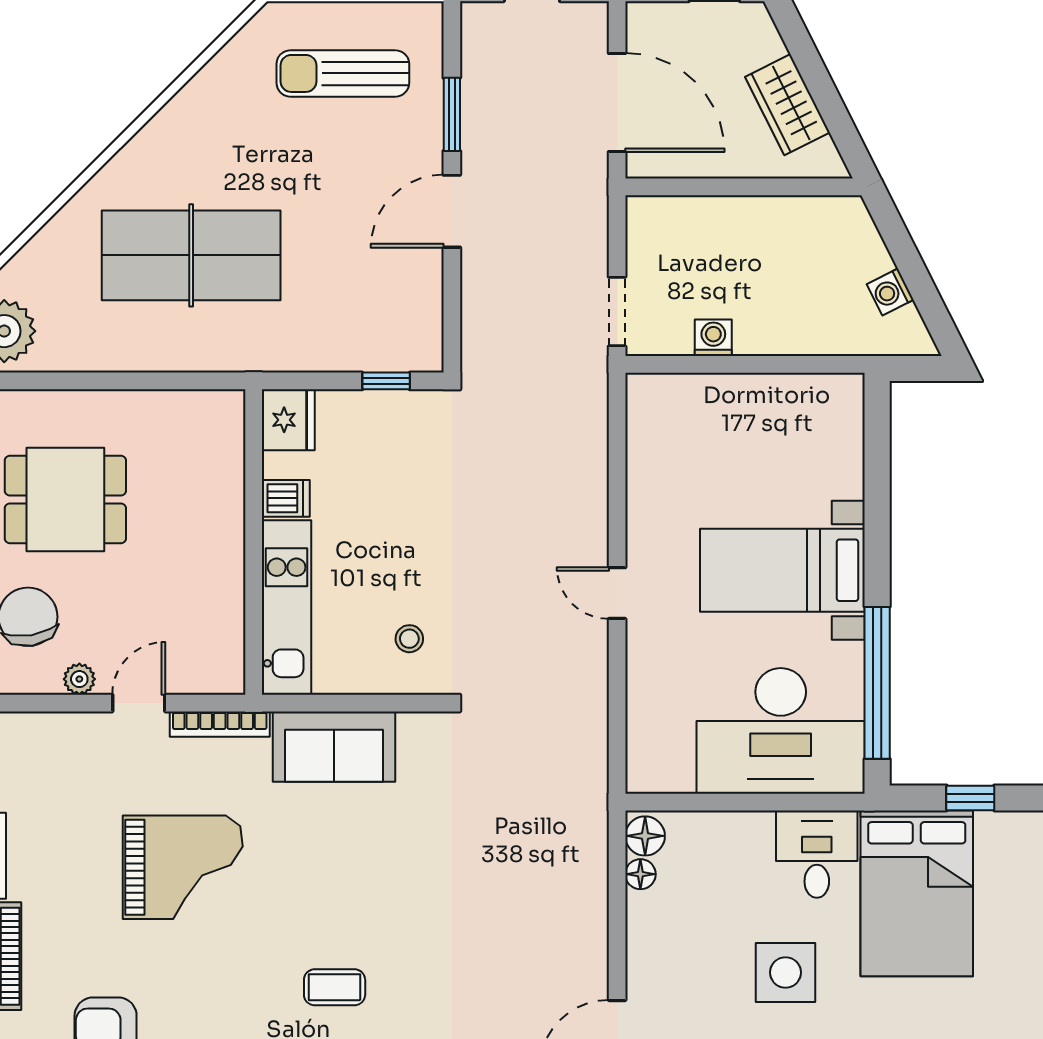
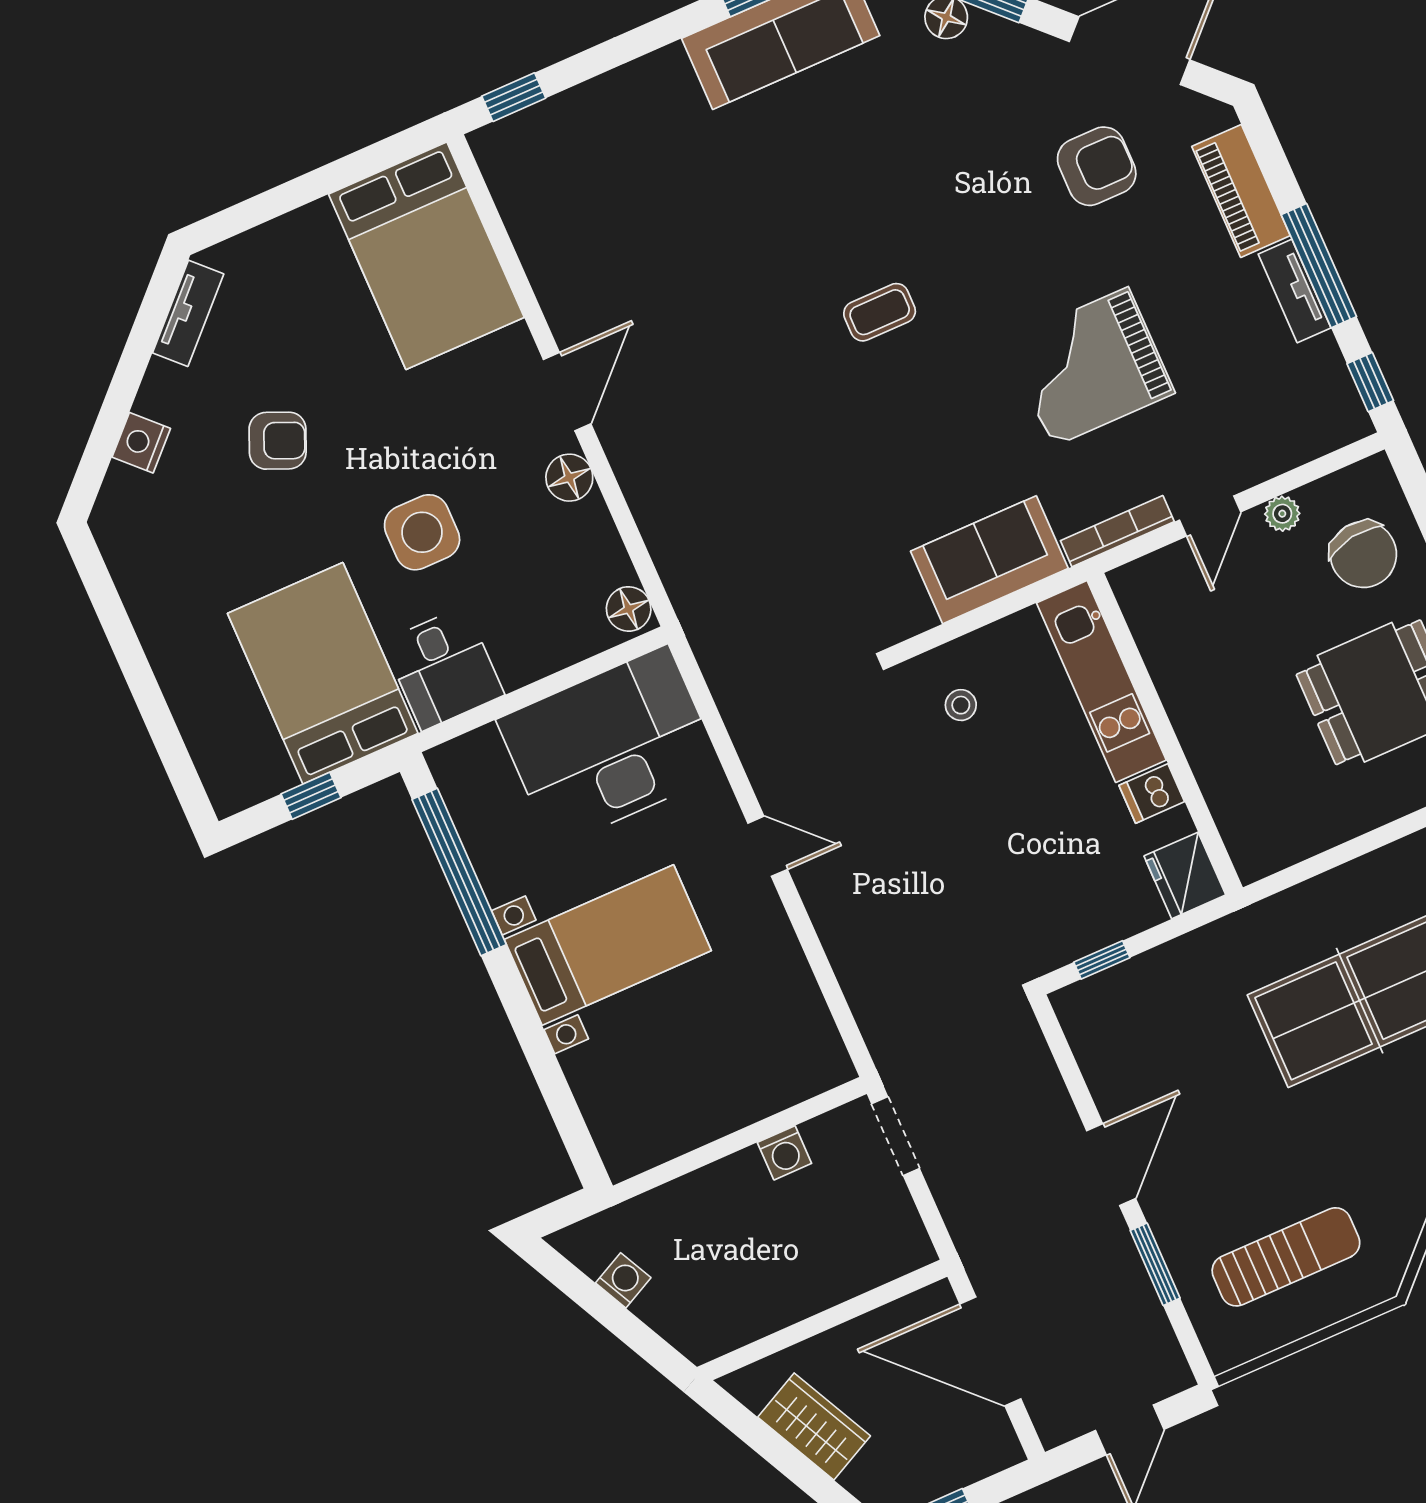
desk: (781, 731) -> (610, 746), moved
floor lamp: (640, 874) -> (569, 478), moved, width x1.37, depth x1.37

